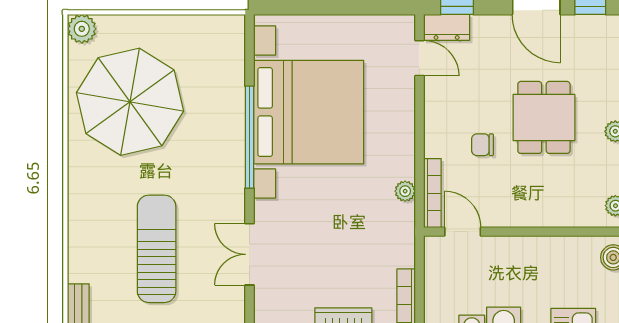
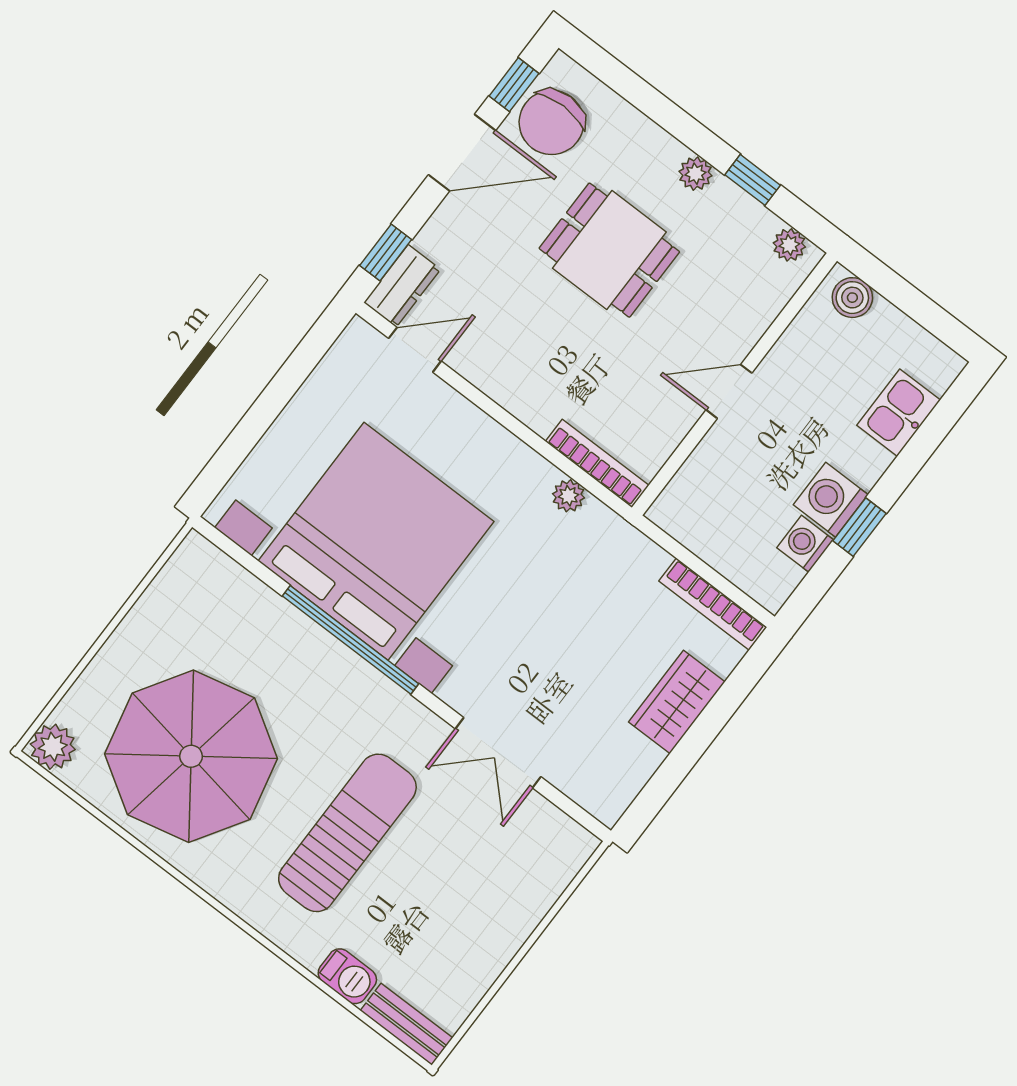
chair: (483, 145) -> (551, 122), moved, width x1.87, depth x1.87
door: (463, 232) -> (729, 391), moved
sun lounger: (157, 249) -> (347, 833), moved, turned 90
barbecue: (80, 264) -> (347, 976), added

